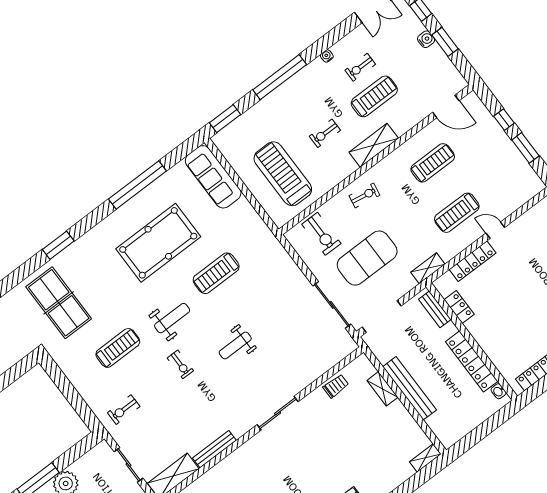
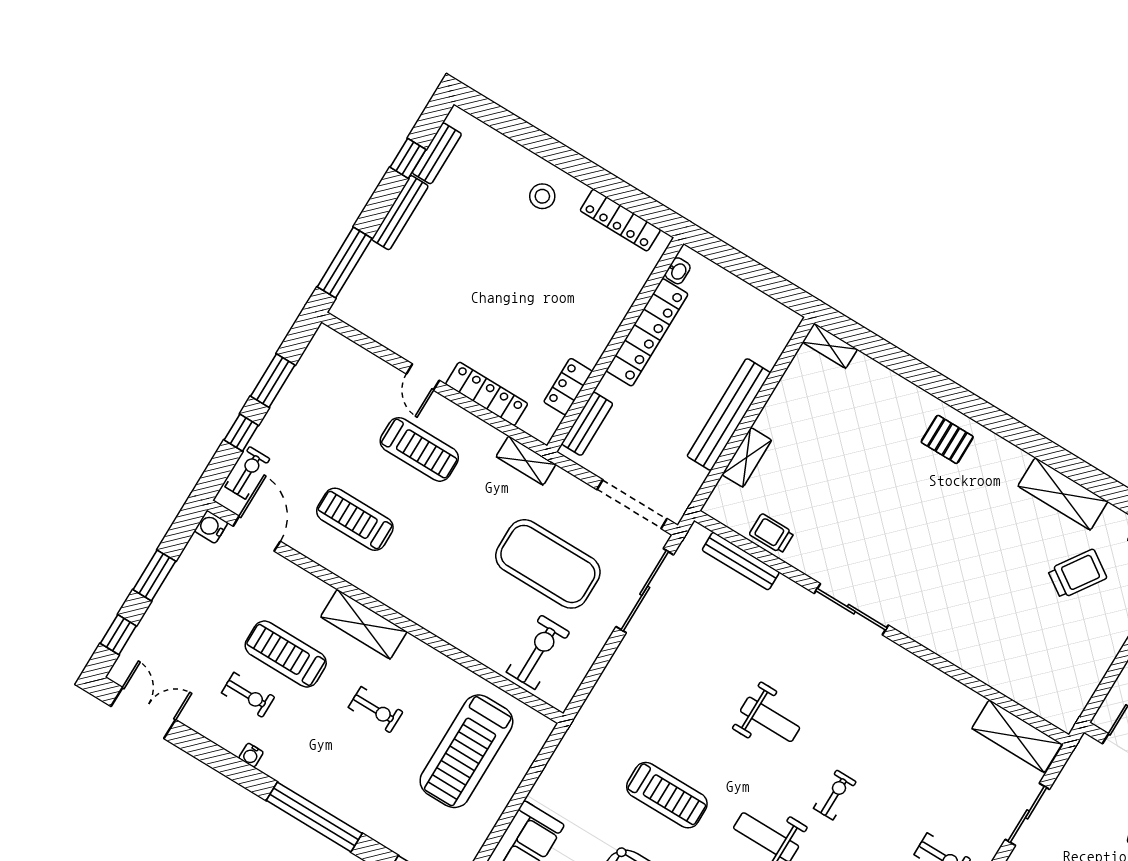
water cooler: (426, 39) -> (211, 527), moved
exercise bike: (364, 195) -> (247, 473), moved, turned 80
bench: (214, 449) -> (741, 561), moved

